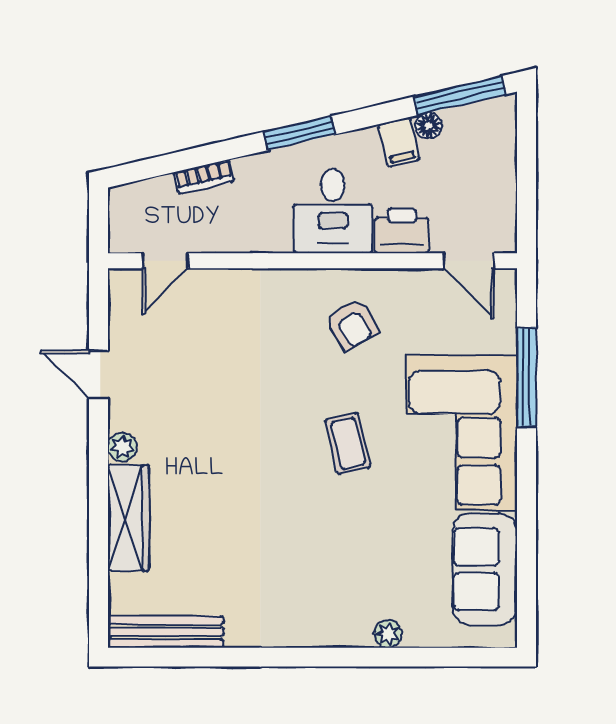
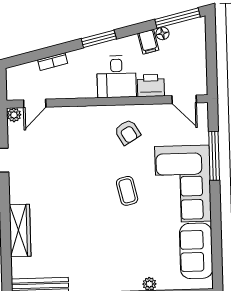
plant: (122, 447) -> (14, 115), moved

